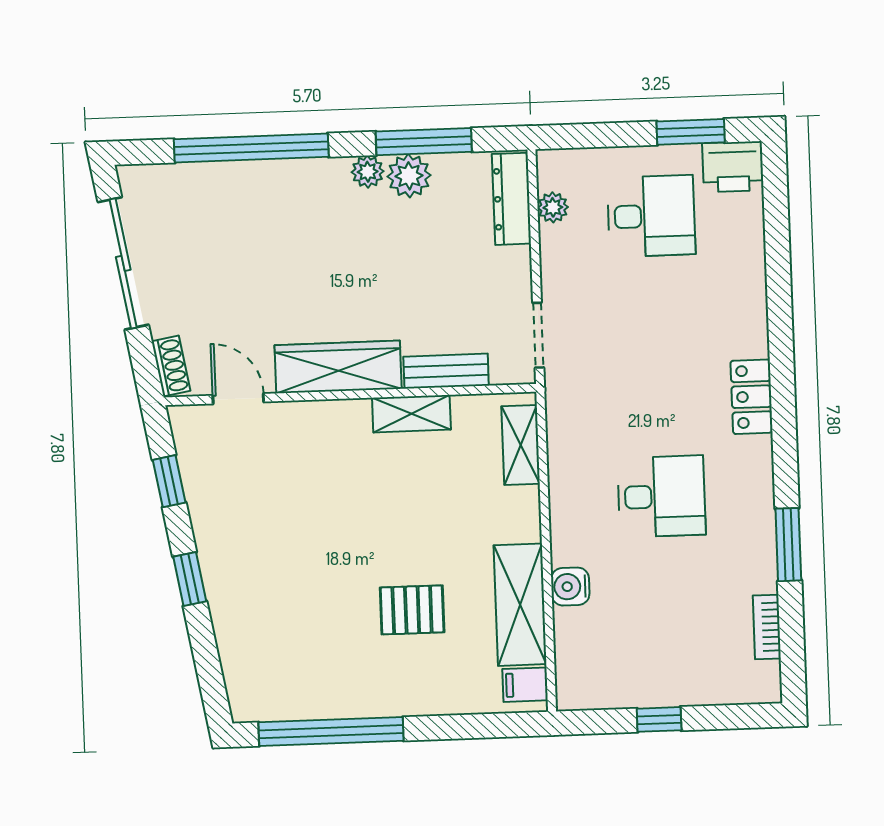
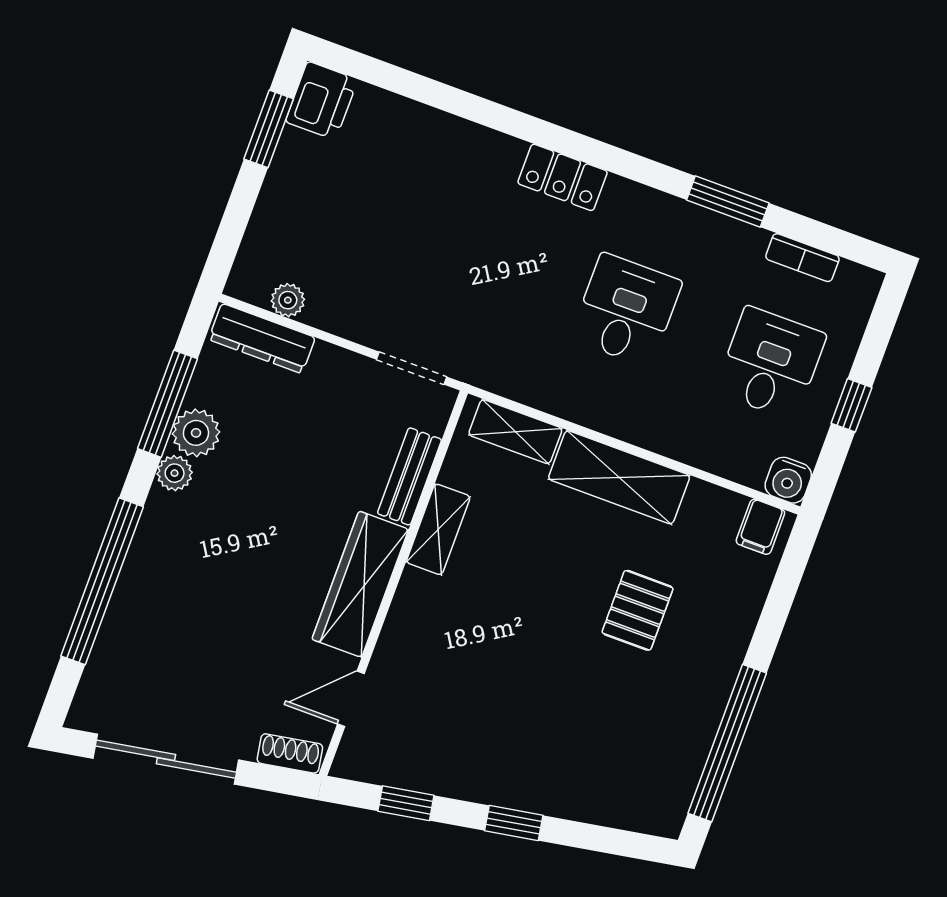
desk: (651, 216) -> (770, 363), moved
water cooler: (570, 587) -> (788, 480), moved
shelving: (520, 605) -> (619, 477), moved

